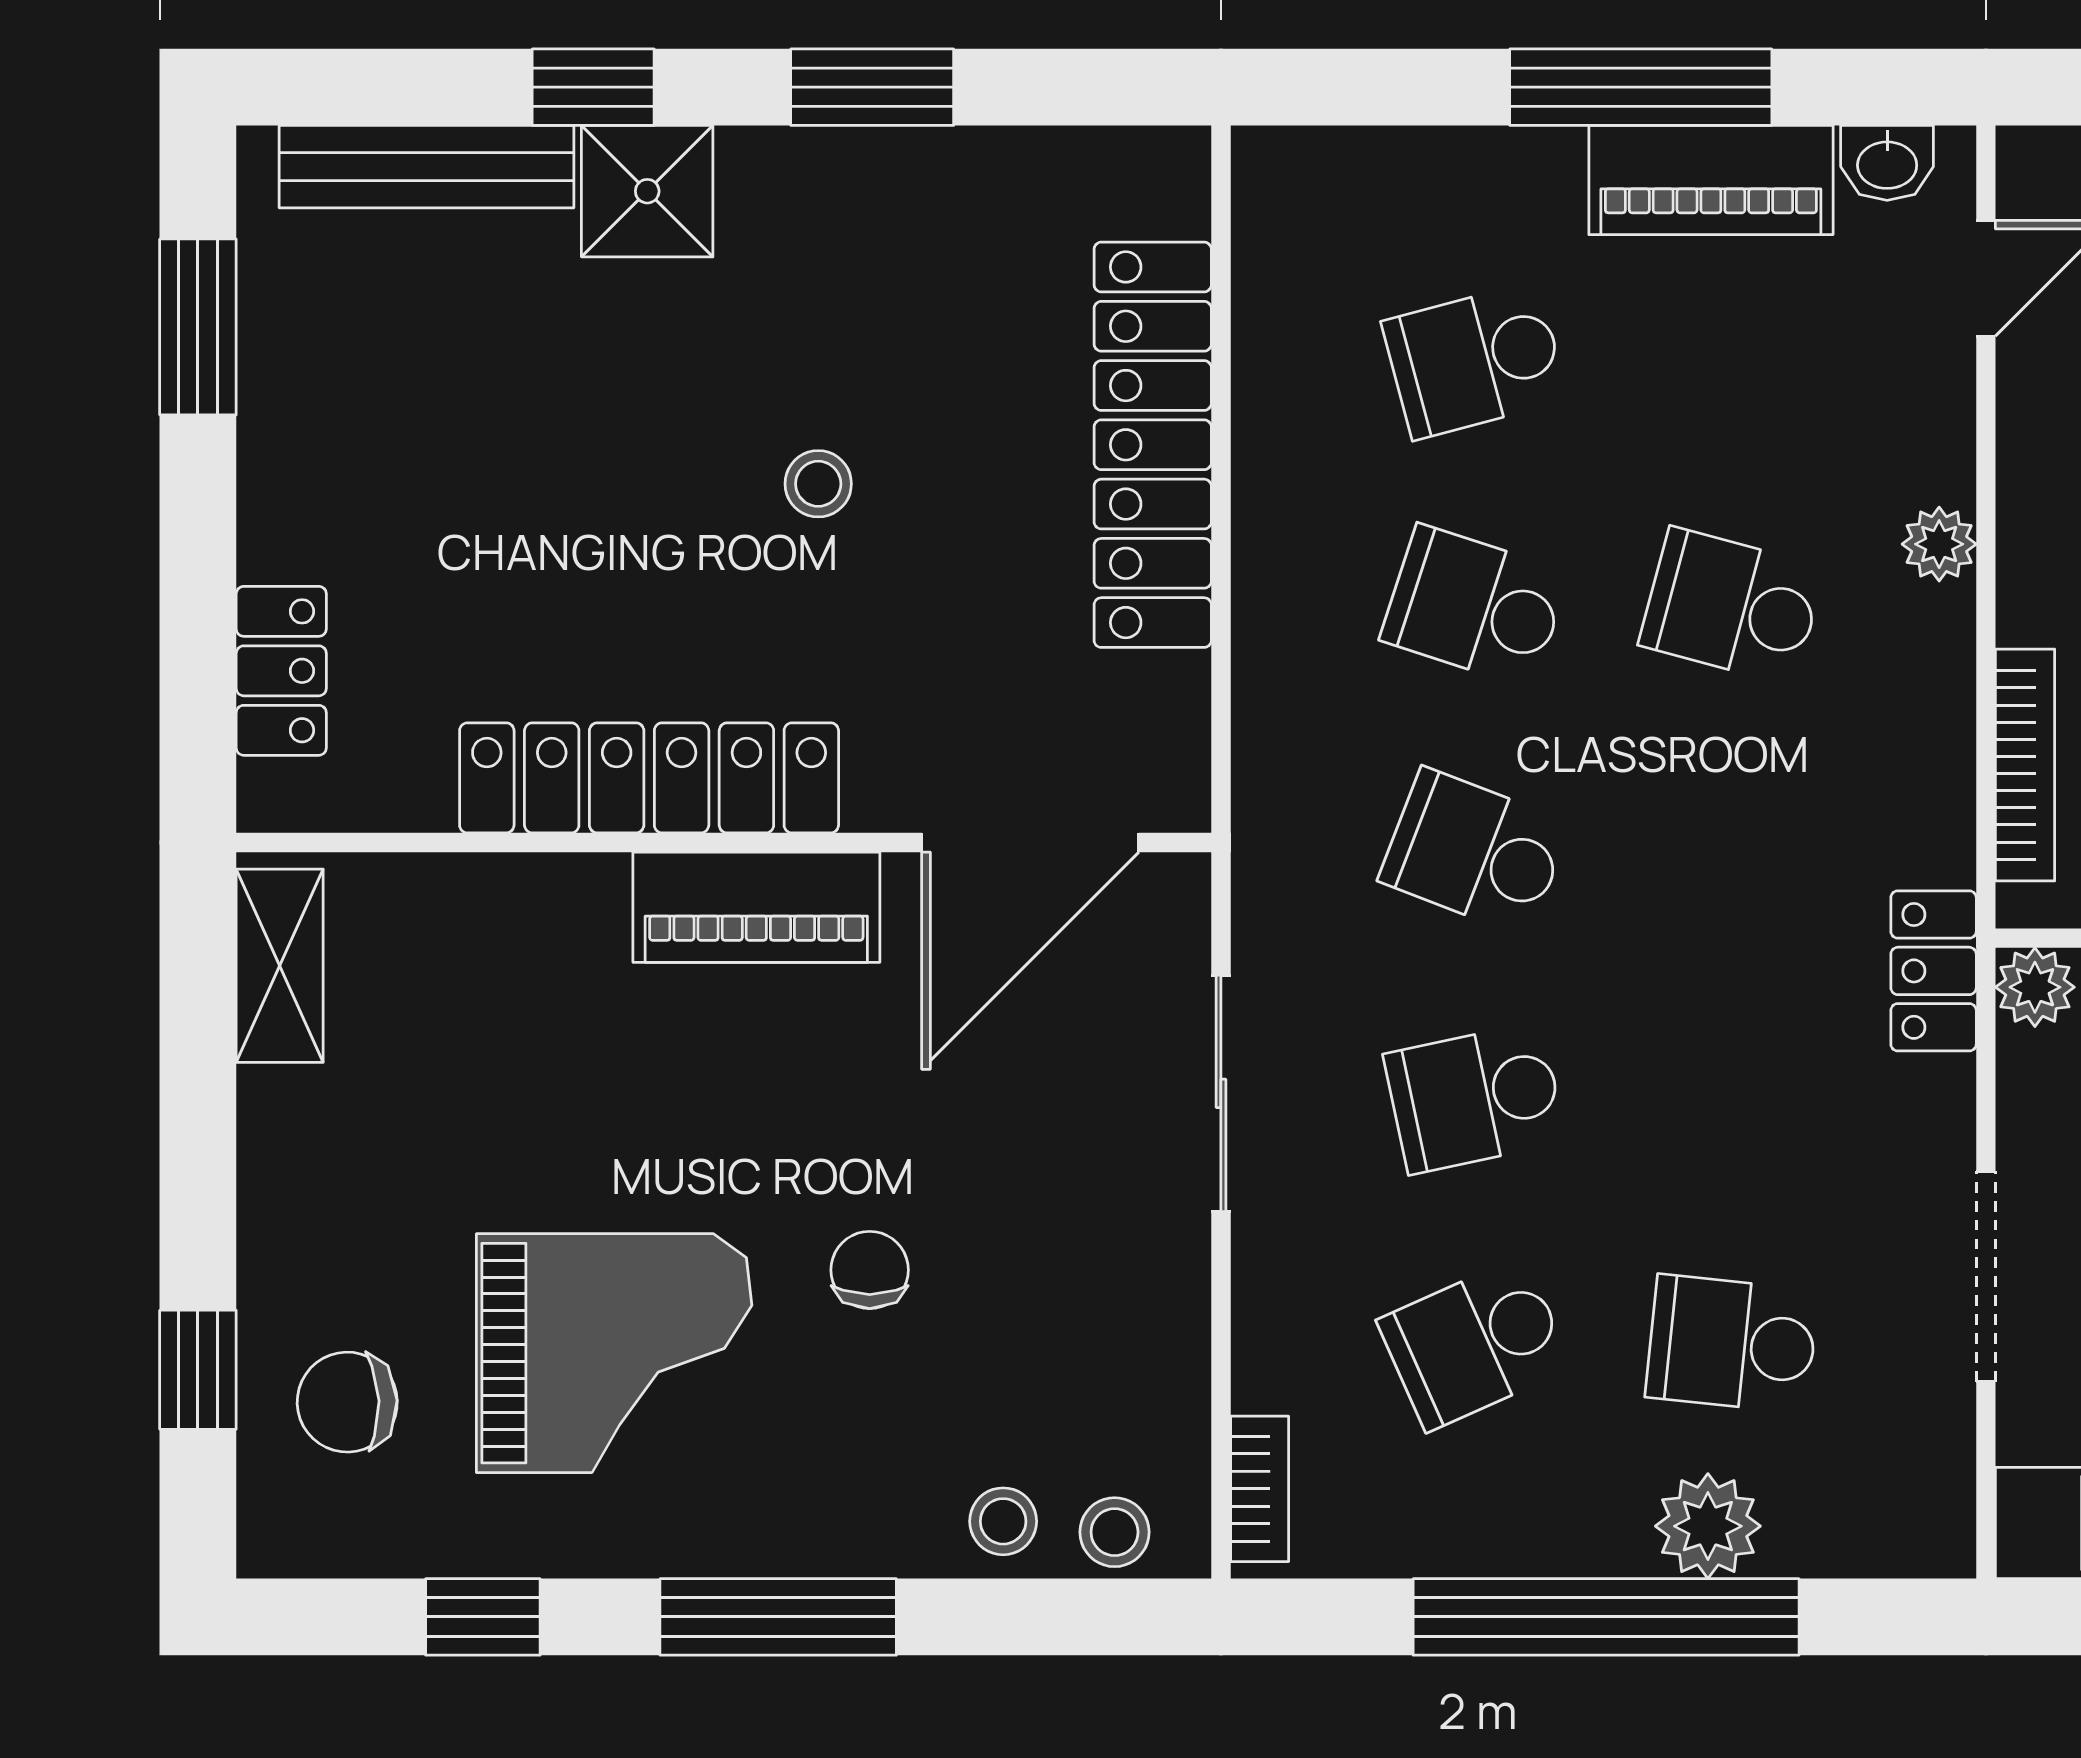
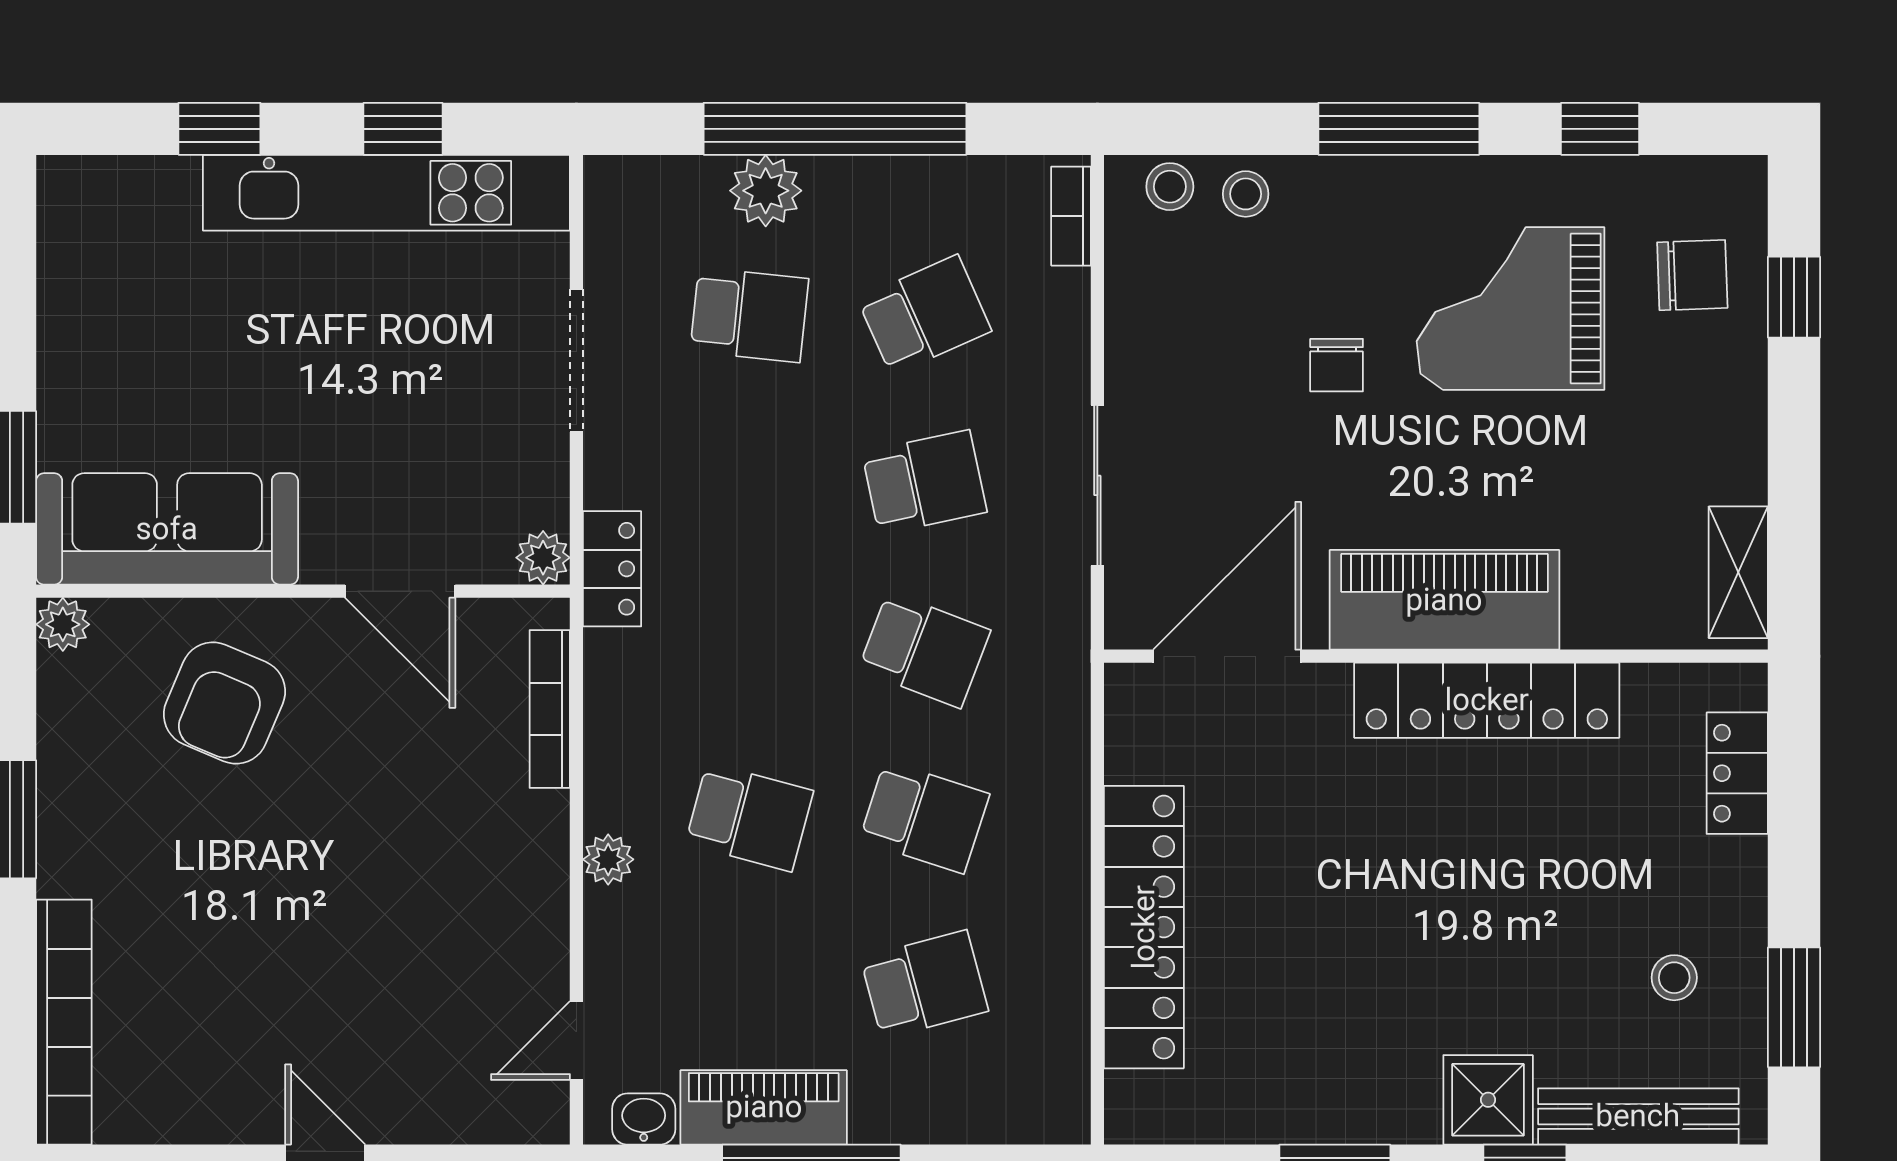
stool: (818, 484) -> (1674, 978), moved
piano: (756, 907) -> (1444, 600), width x1.37, depth x1.33

